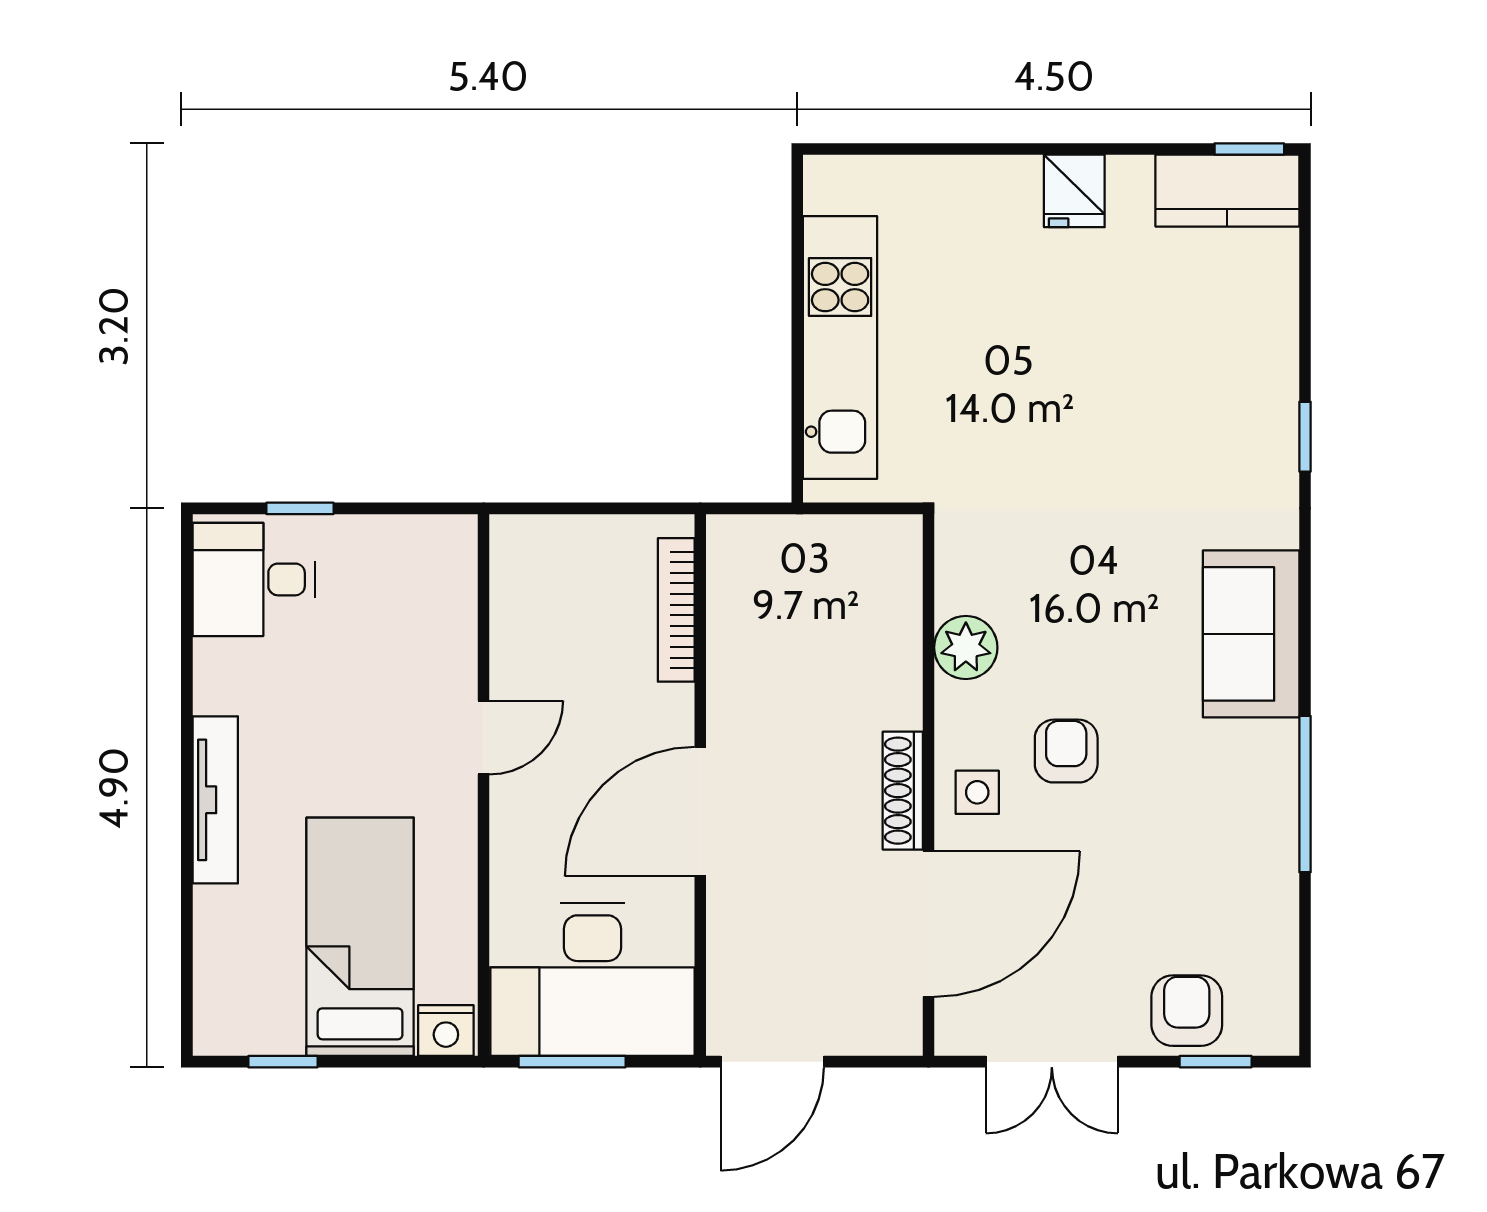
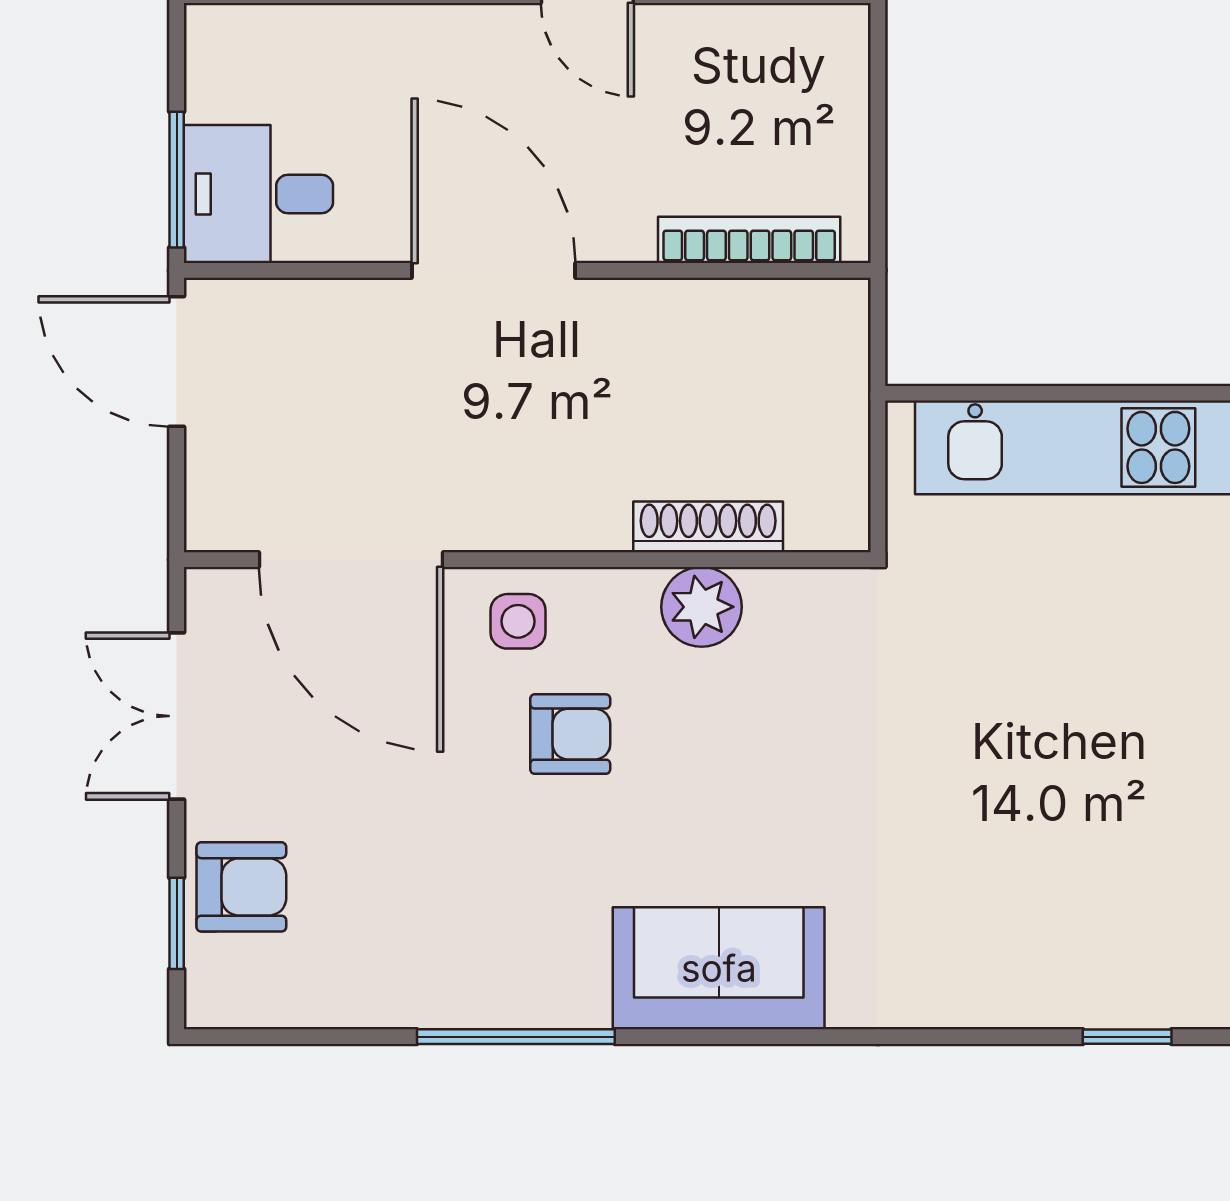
window: (1305, 437) -> (1127, 1037), moved
shoe rack: (903, 791) -> (708, 527), moved
desk: (592, 980) -> (258, 194), width x0.53, depth x0.77
window: (572, 1062) -> (177, 180), moved

